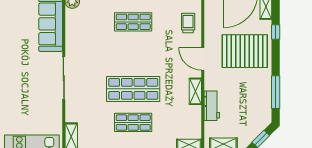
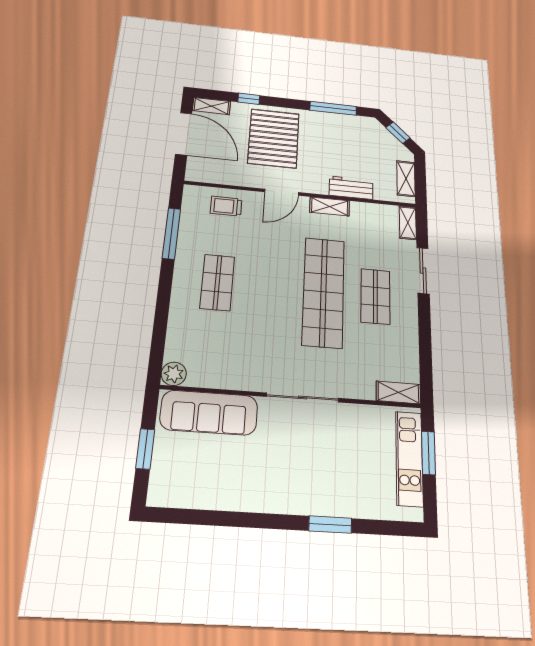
shop shelf: (133, 89) -> (323, 292), width x1.40

